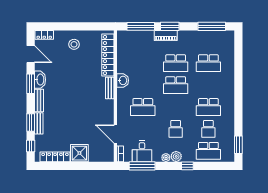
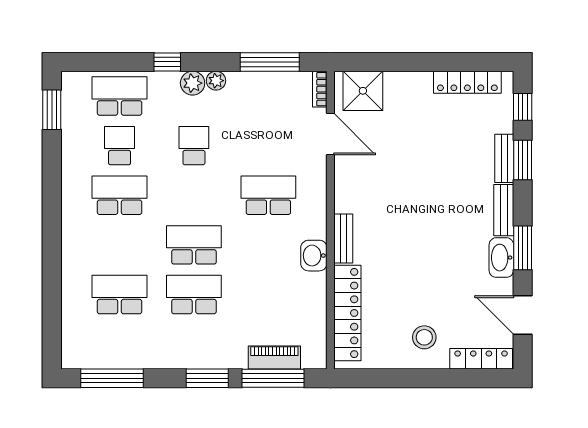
locker: (44, 35) -> (481, 359), width x1.53
piano: (166, 35) -> (274, 357), moved
desk: (142, 151) -> (270, 95), removed
shower: (79, 153) -> (363, 91), moved

